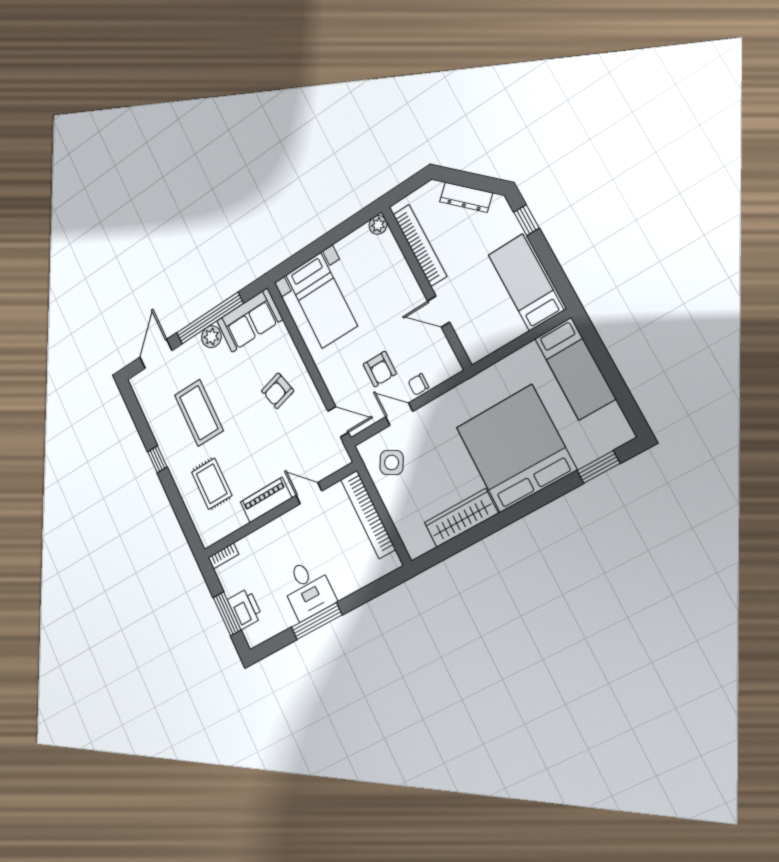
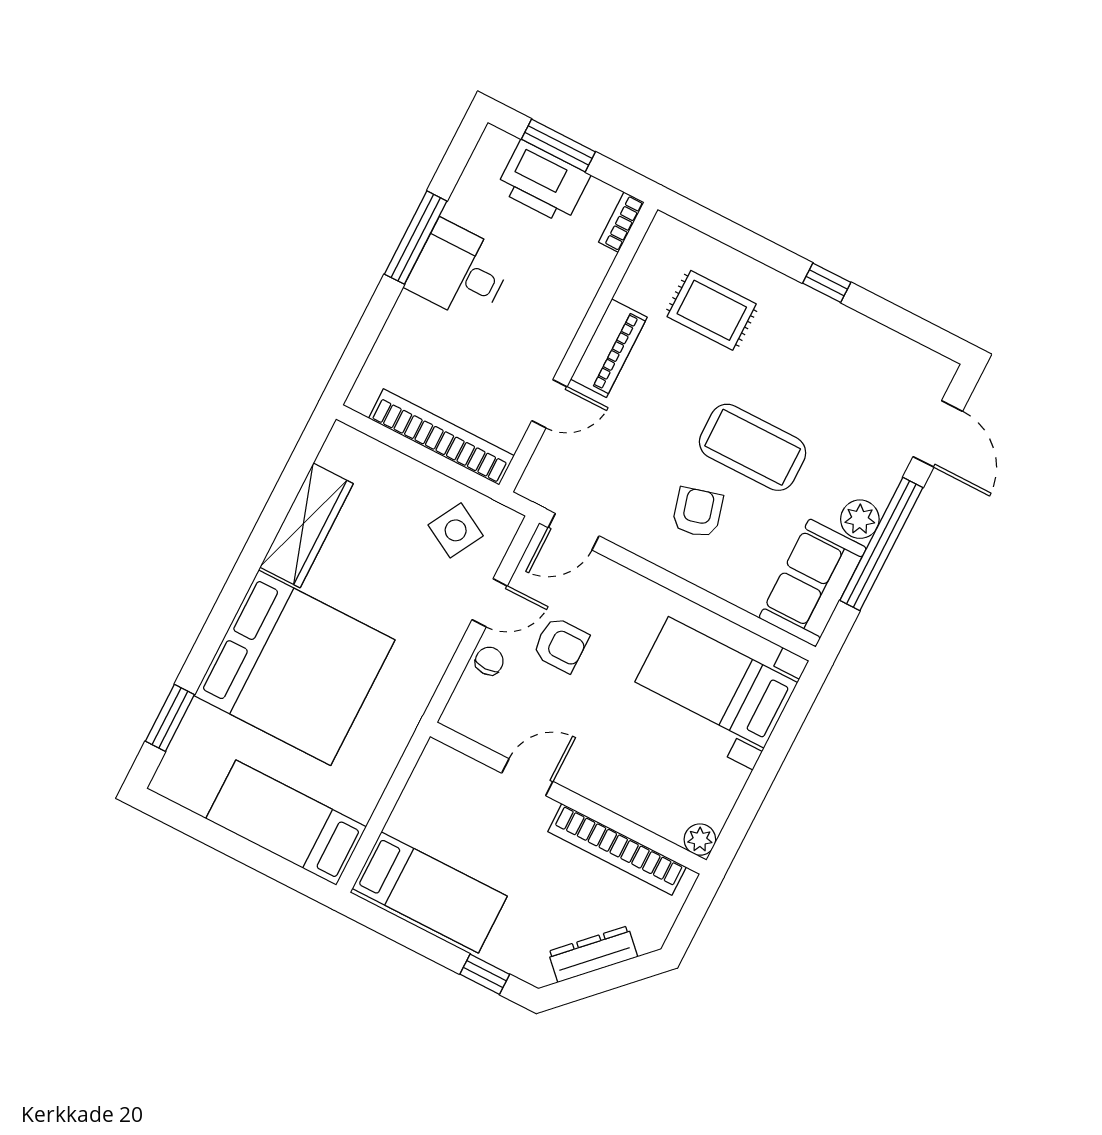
armchair: (380, 369) -> (561, 645), turned 180
coffee table: (199, 413) -> (753, 447), moved
printer: (245, 609) -> (543, 182), width x1.37, depth x1.19

